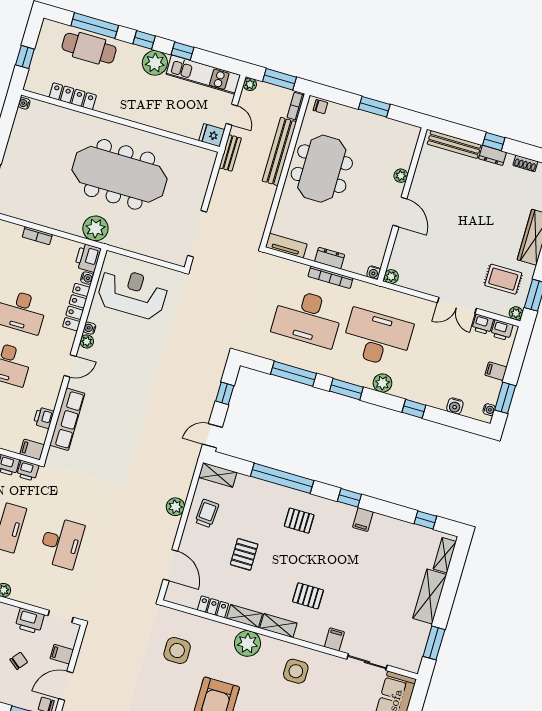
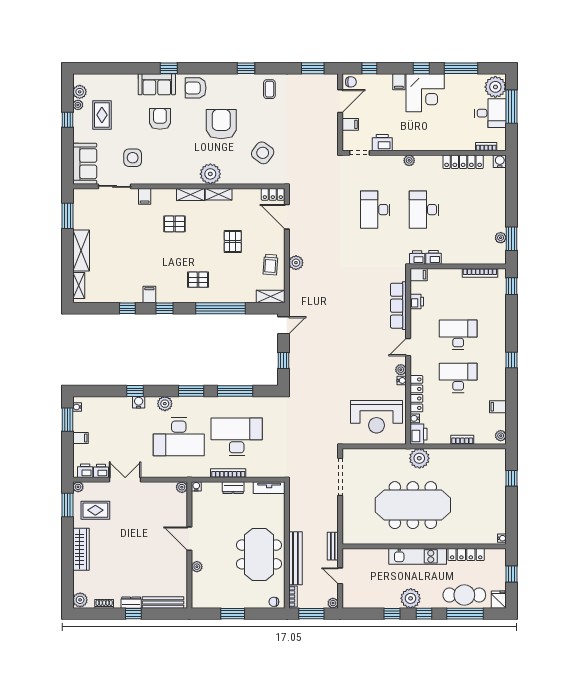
kitchen unit: (203, 75) -> (418, 556), moved, turned 180
fridge: (212, 135) -> (499, 600), moved, turned -90
water cooler: (455, 406) -> (139, 402), moved
window: (425, 520) -> (127, 308), moved
locker: (213, 607) -> (273, 194), moved
side table: (177, 651) -> (263, 153), turned 36
chair: (19, 661) -> (382, 110), removed
side table: (296, 671) -> (133, 158), moved

